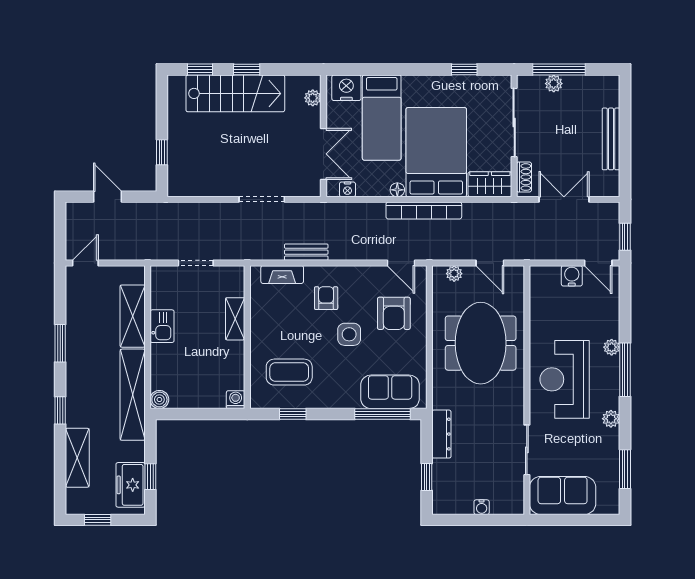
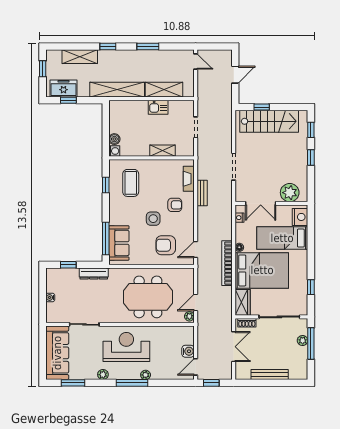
stairs: (235, 93) -> (269, 121), moved, turned -90
plant: (313, 98) -> (290, 193), width x1.88, depth x1.88
plant: (454, 274) -> (189, 316), moved
boiler: (159, 400) -> (114, 139), moved
sofa: (563, 495) -> (57, 353), width x1.36

